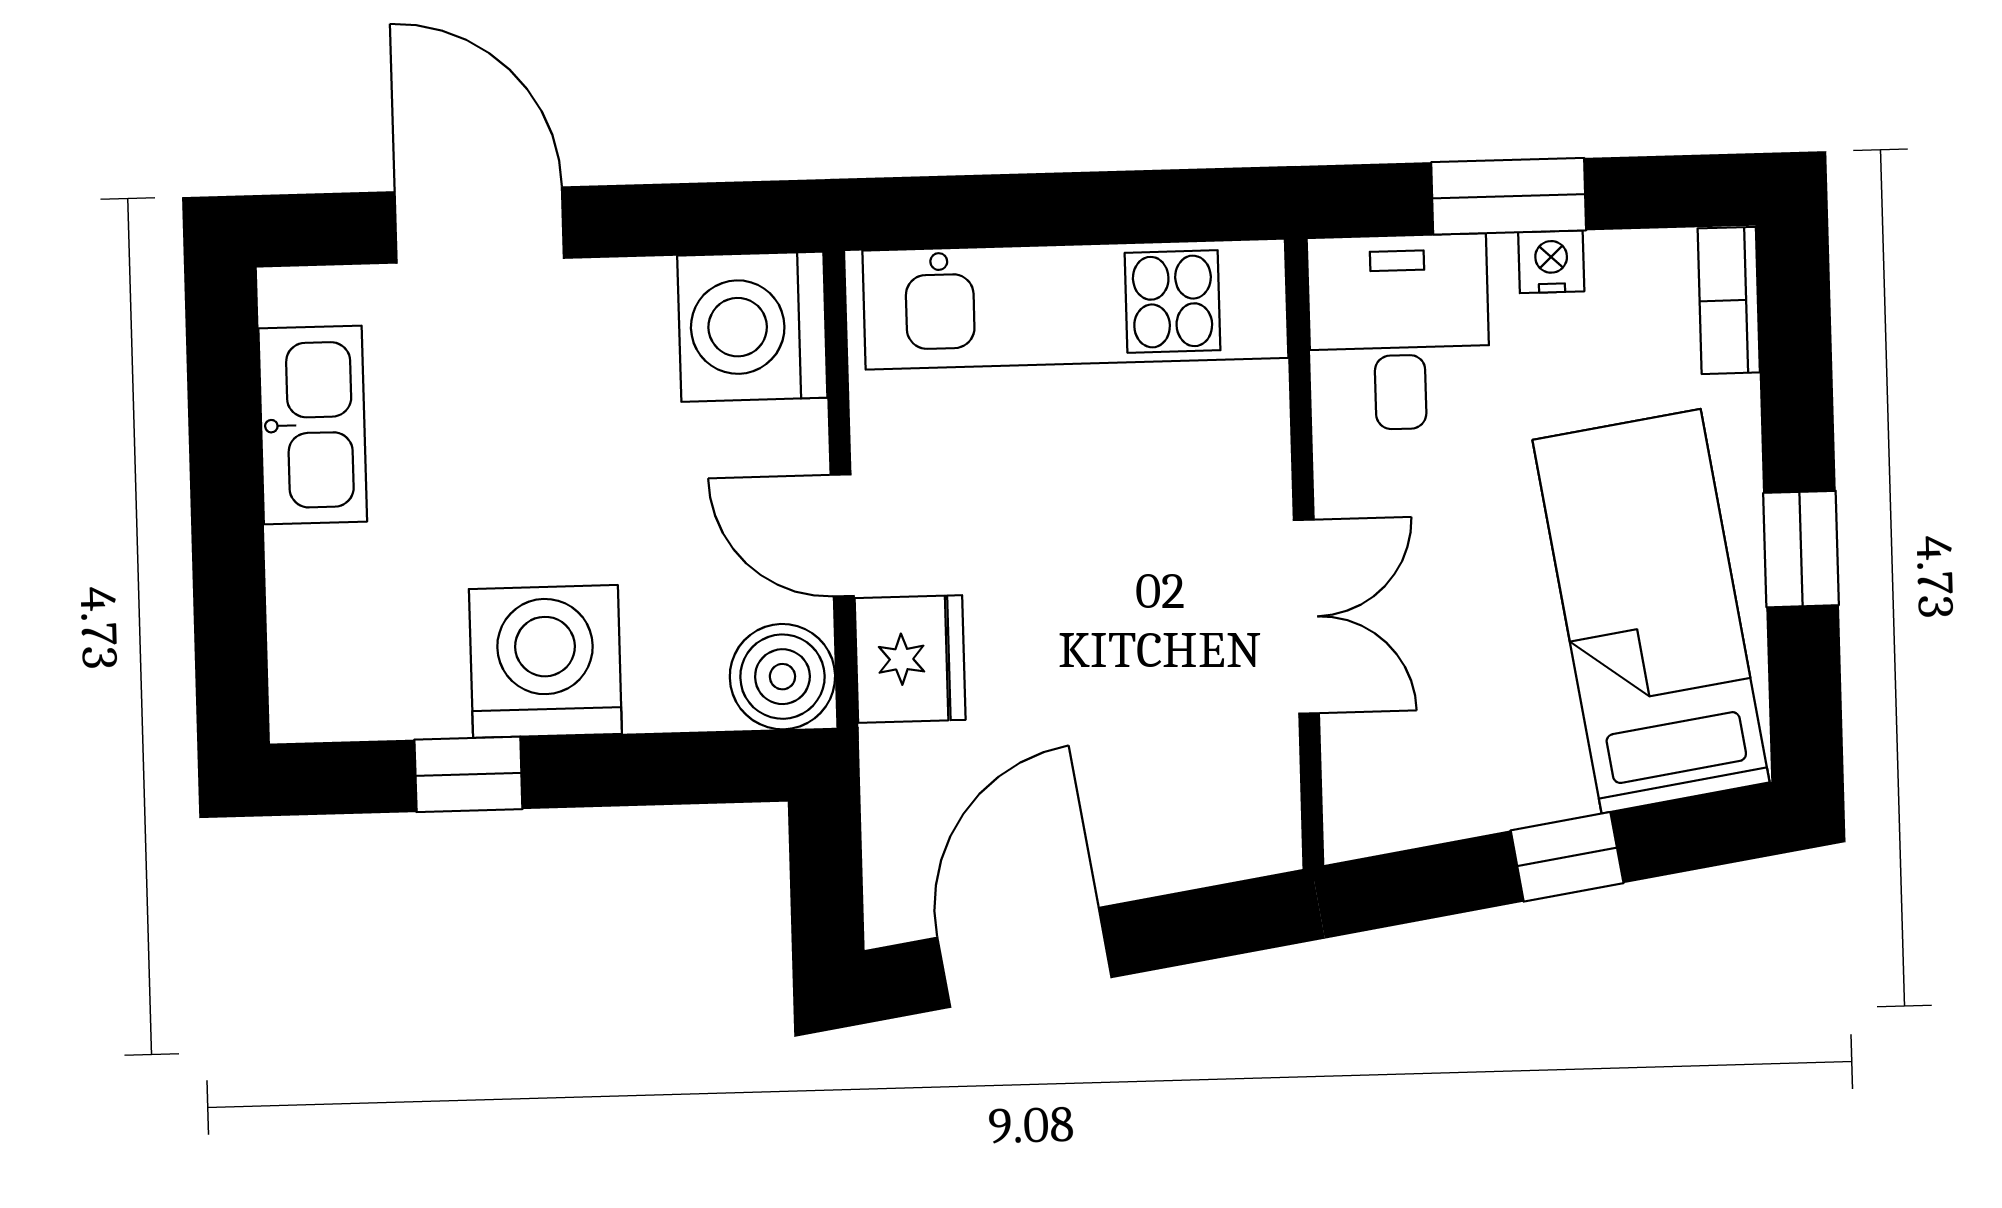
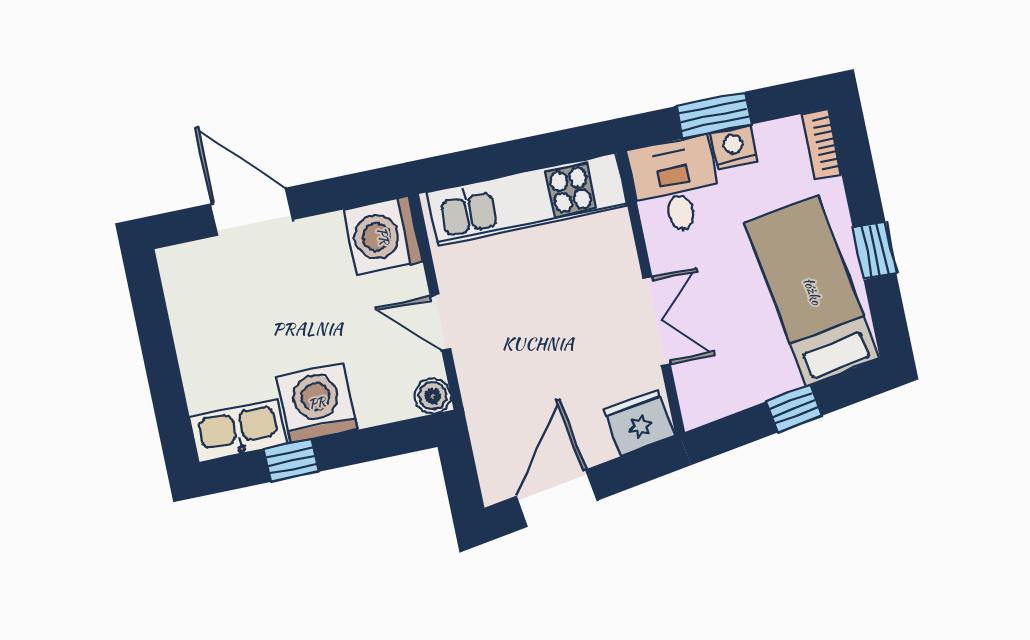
nightstand: (1551, 262) -> (734, 147), width x1.39, depth x1.35
kitchen sink: (313, 425) -> (238, 431), moved, turned -90
fridge: (910, 659) -> (639, 423), moved, turned -99
boiler: (782, 677) -> (433, 396), width x0.73, depth x0.73

